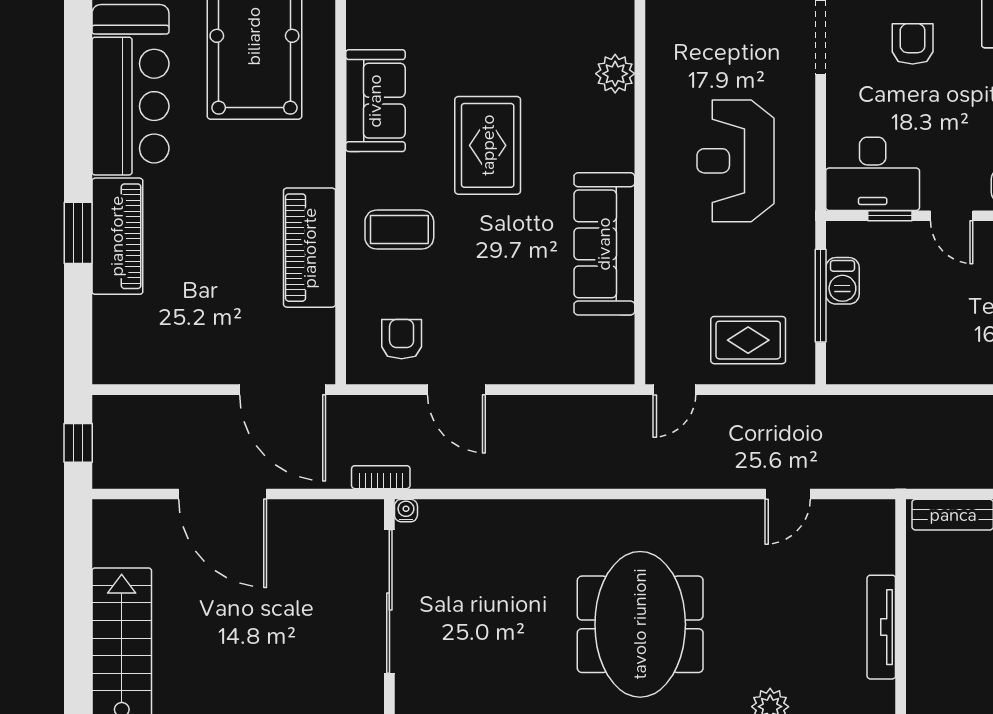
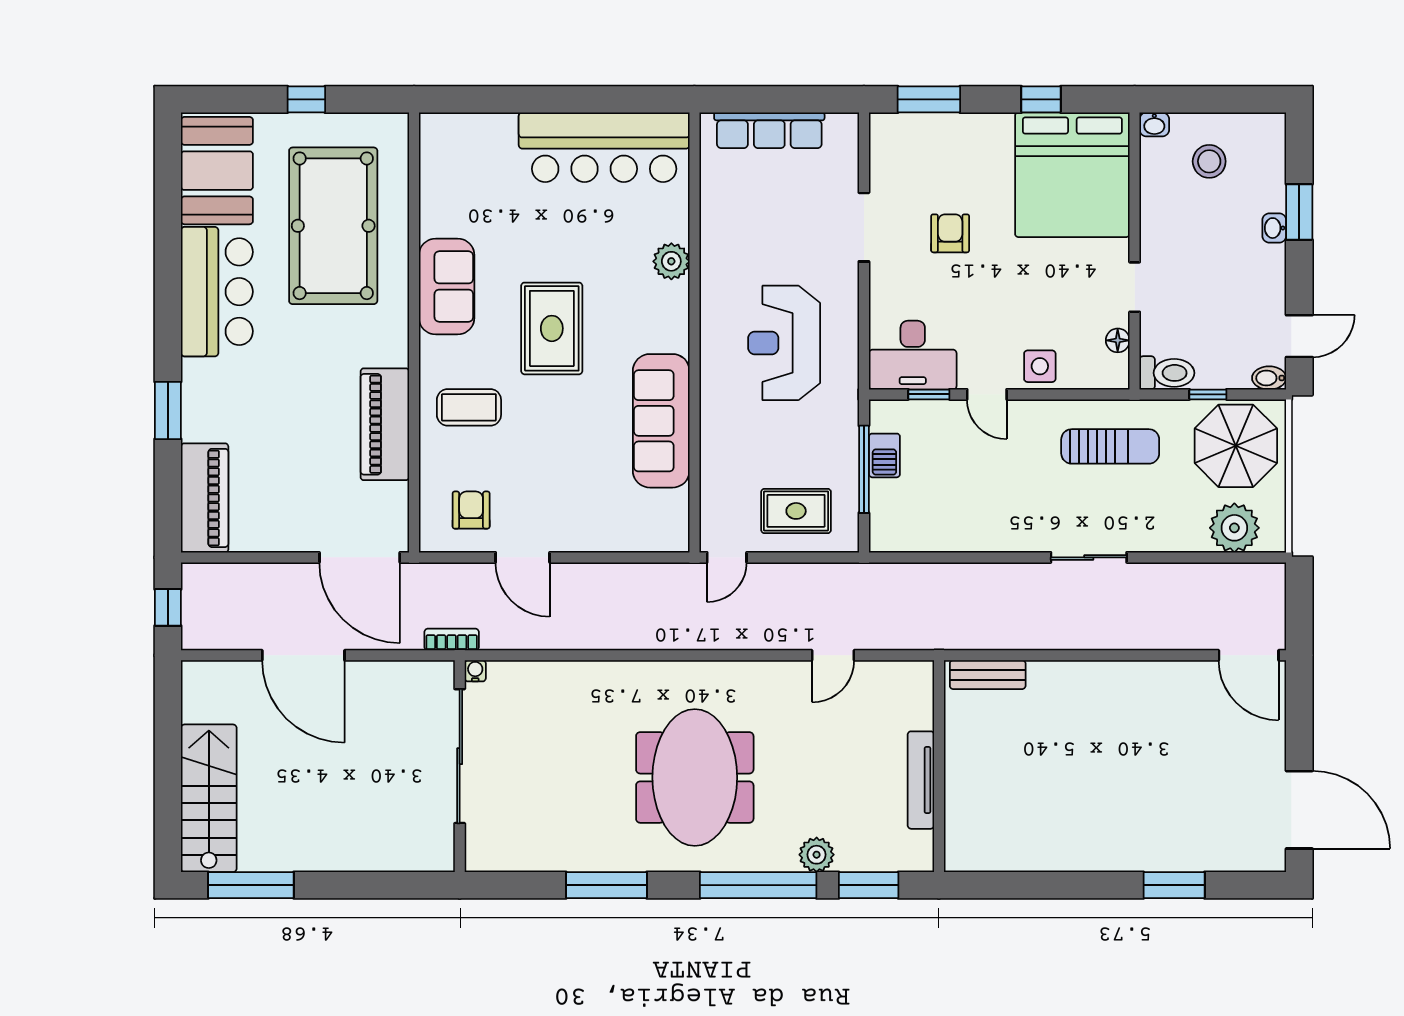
piano: (117, 236) -> (205, 498), moved

